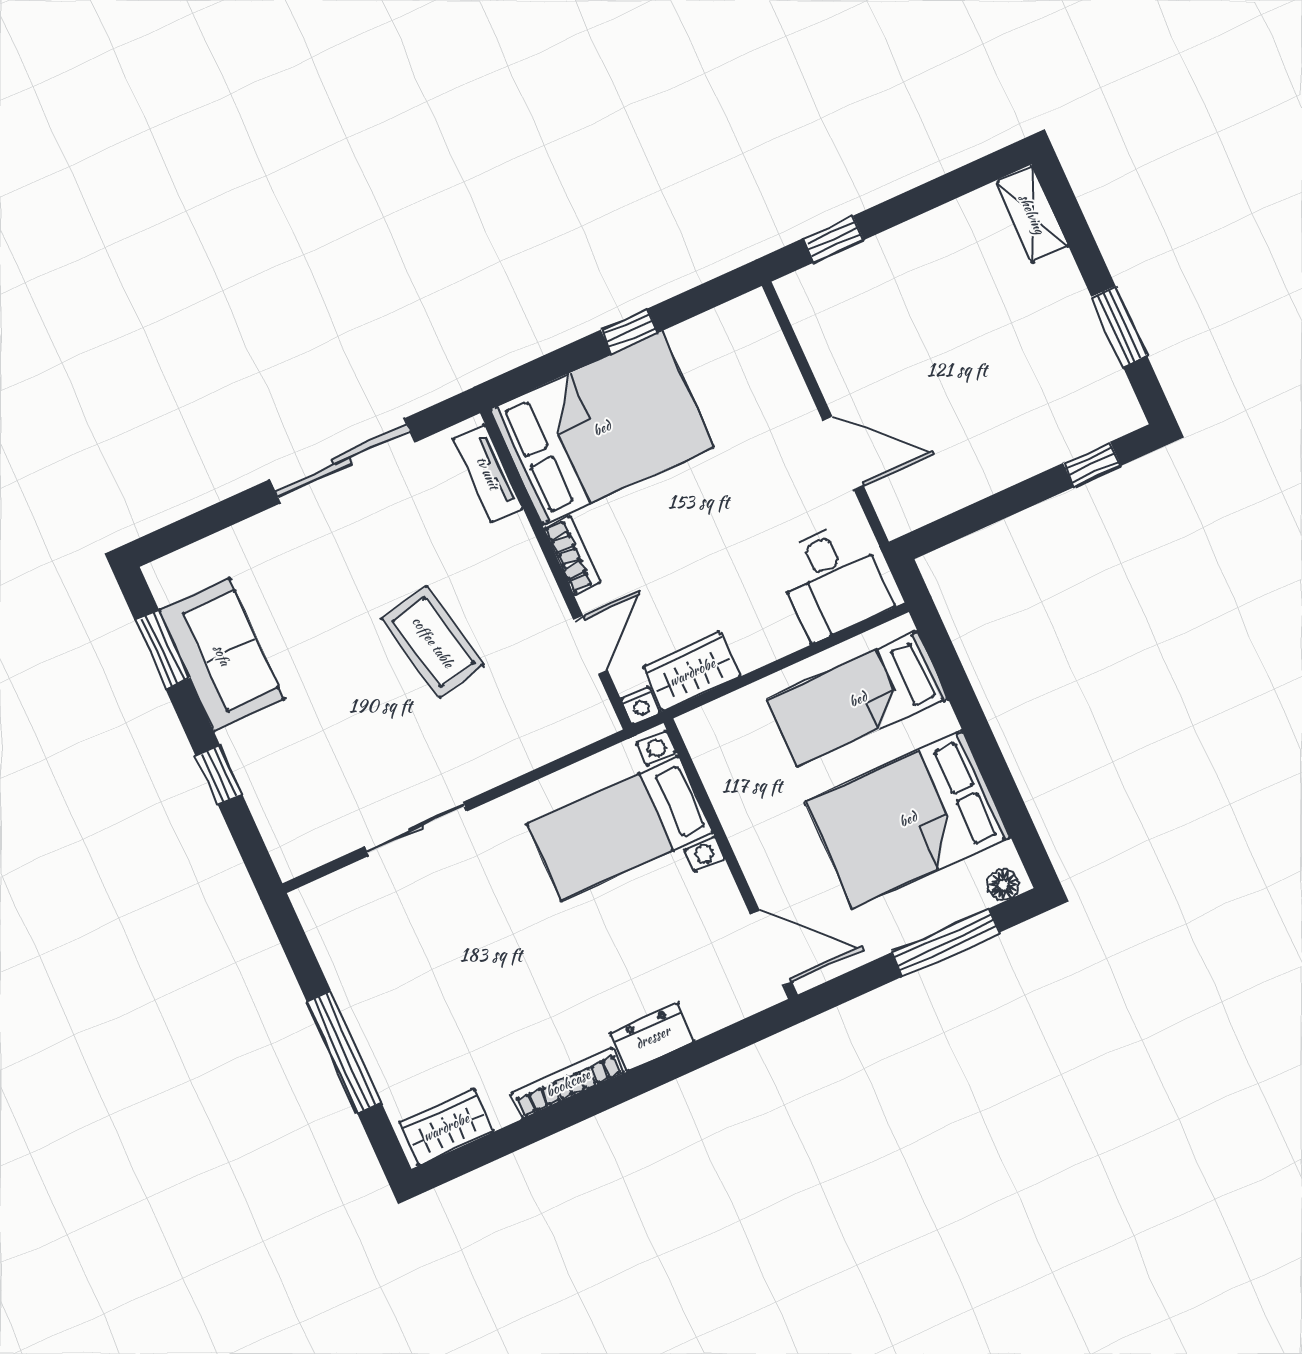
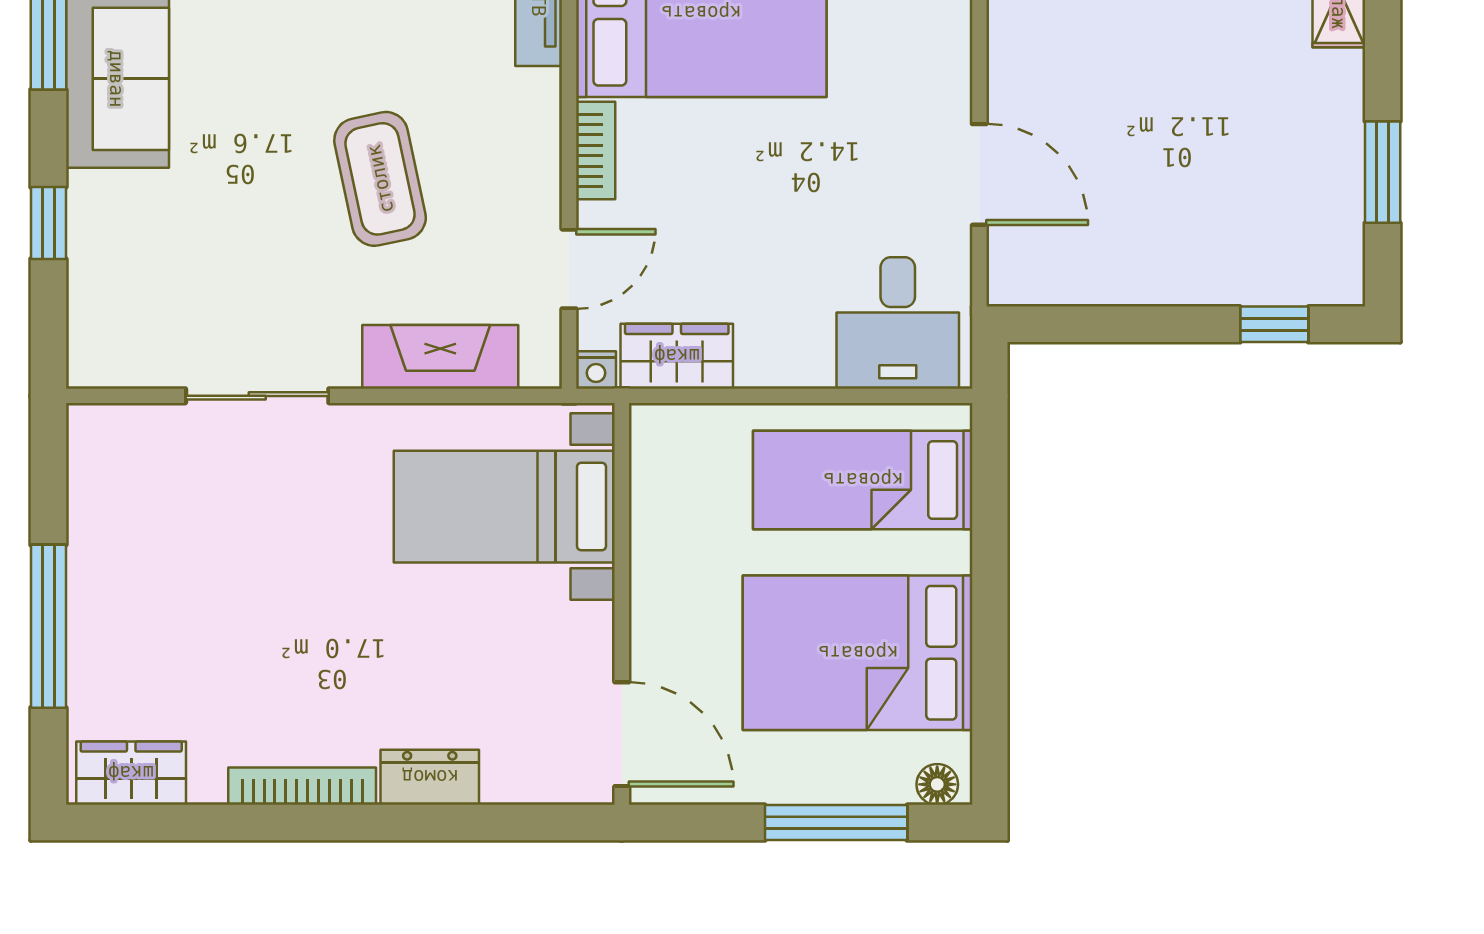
fireplace: (529, 745) -> (440, 357), added

